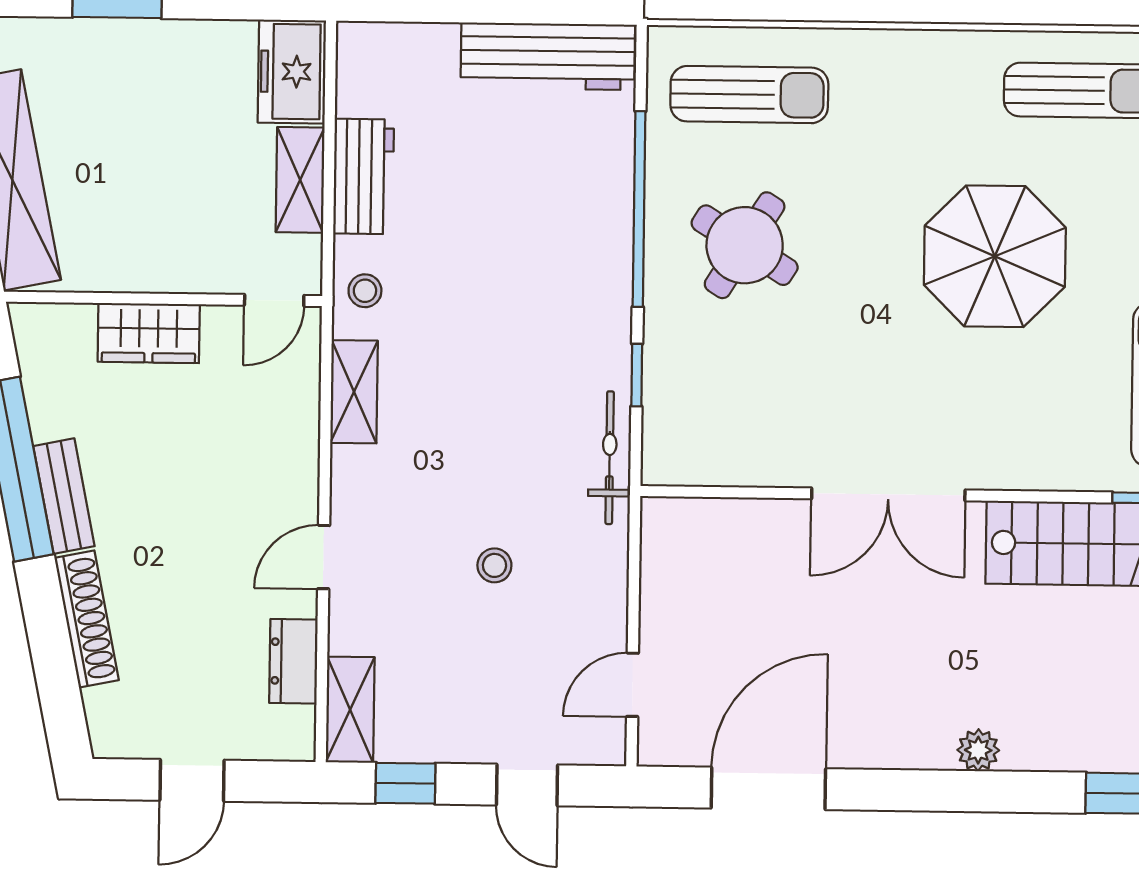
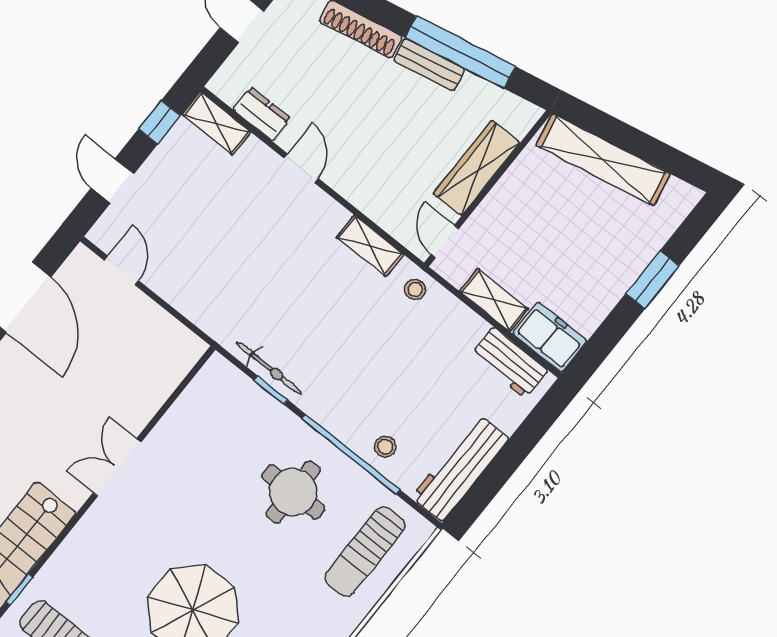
workbench: (364, 176) -> (509, 363), moved
round table: (745, 245) -> (293, 492), turned -32
wardrobe: (149, 333) -> (477, 168), width x1.50
bicycle: (610, 458) -> (269, 368), moved
double door: (888, 494) -> (117, 467), width x0.73
stool: (494, 565) -> (385, 447), moved
door: (527, 785) -> (113, 181), hinge flipped

